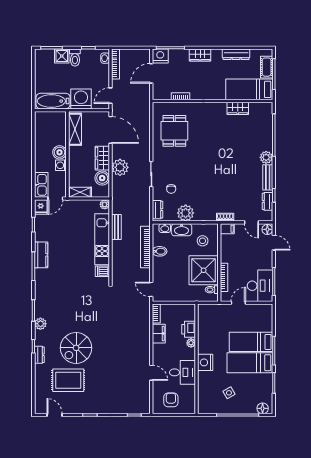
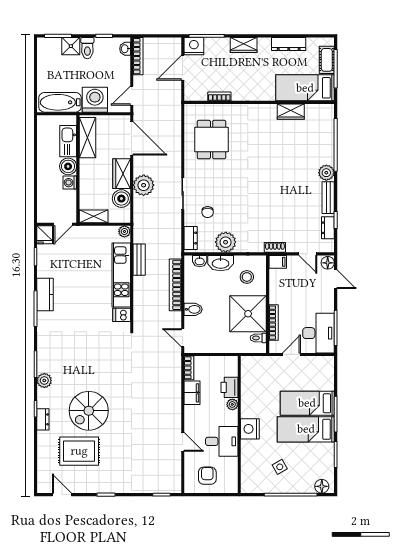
kitchen sink: (41, 185) -> (68, 141), moved, turned 180
bidet: (160, 251) -> (193, 309), moved

